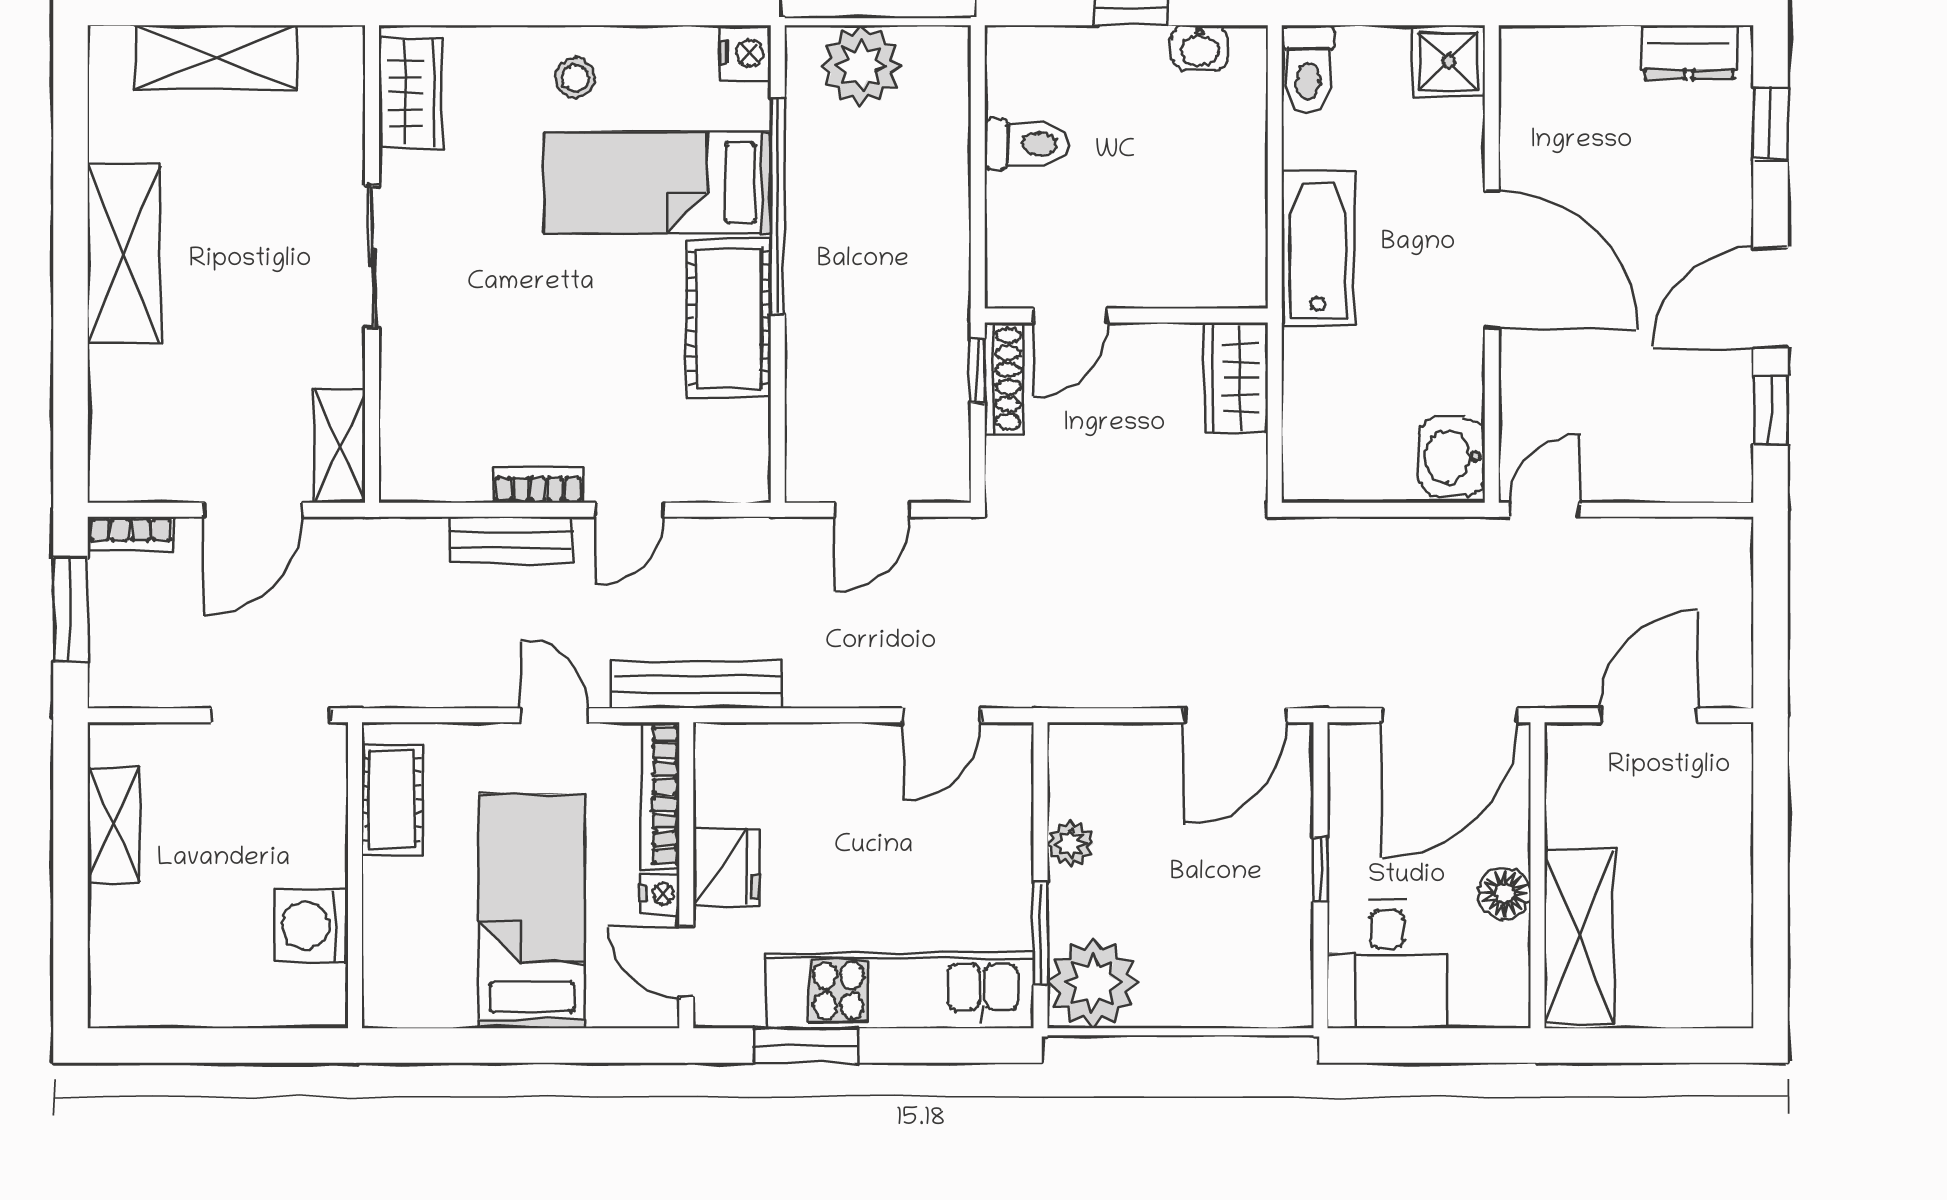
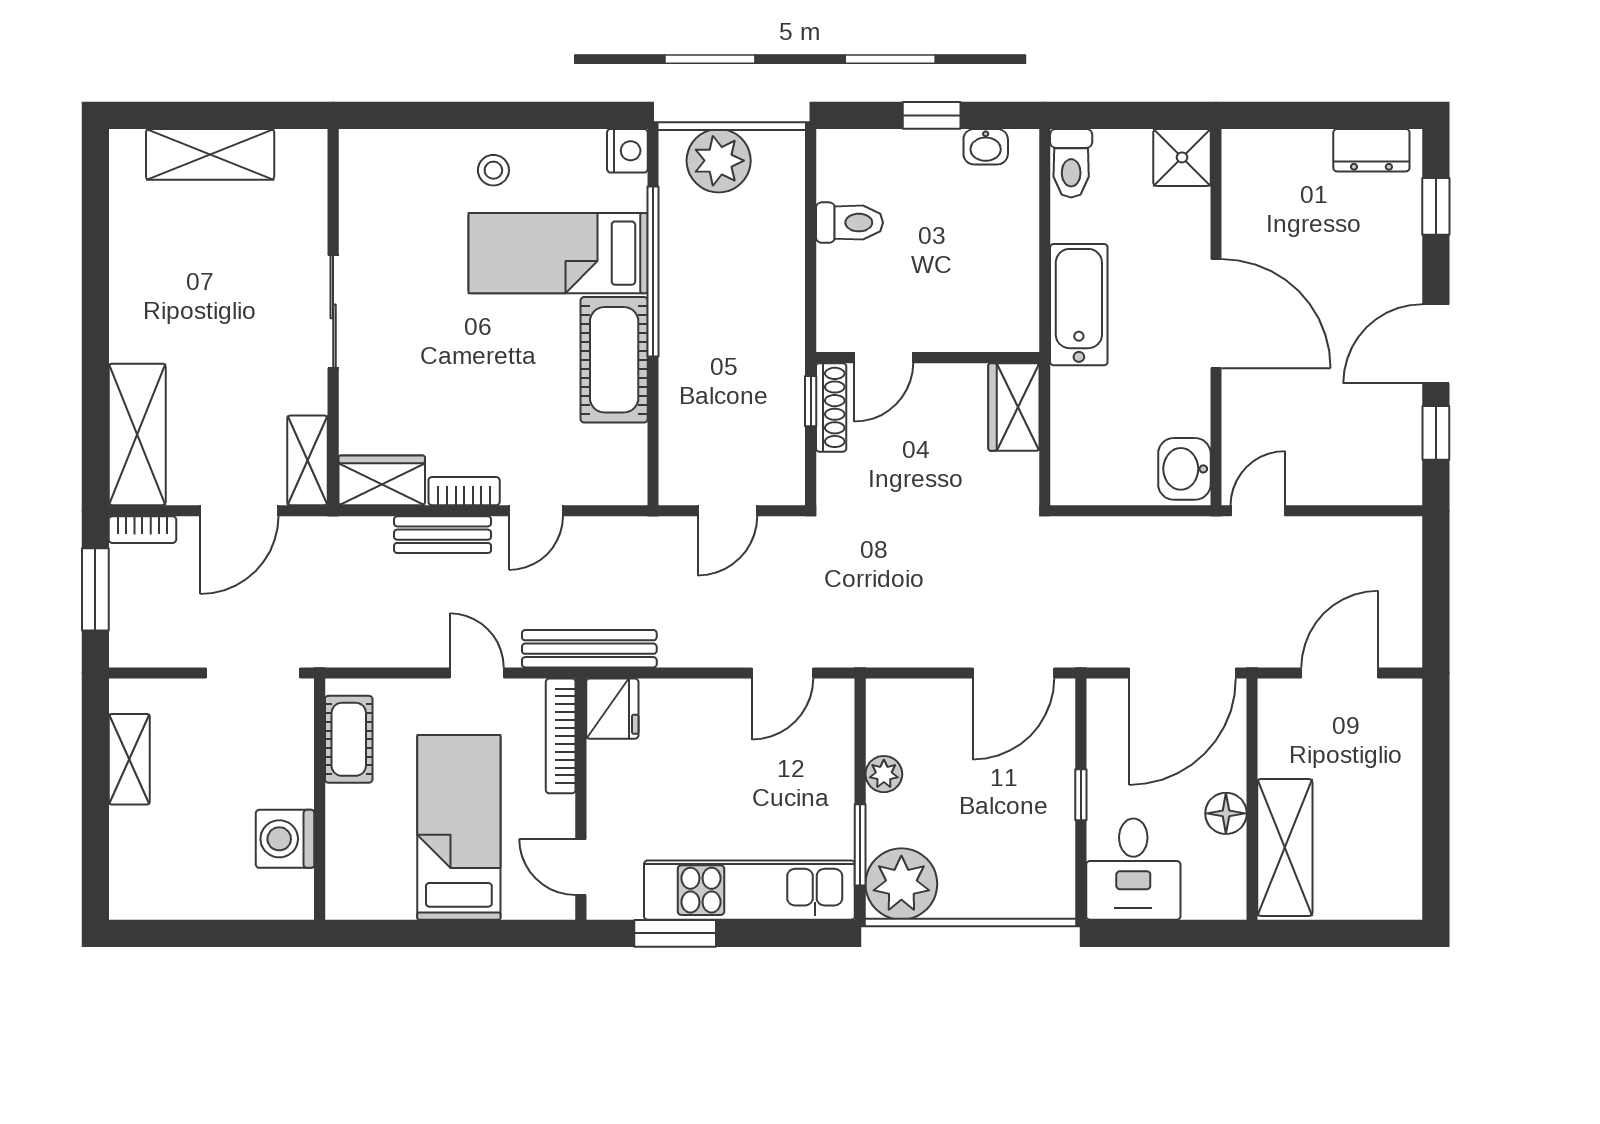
wardrobe: (411, 93) -> (382, 480), moved, turned -90
shelving: (124, 254) -> (137, 434), moved
fridge: (726, 867) -> (612, 709), moved
nightstand: (660, 894) -> (560, 814), removed

